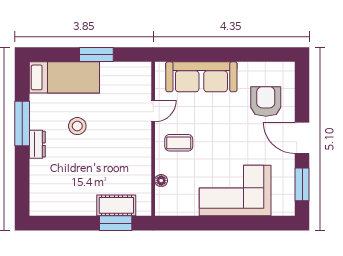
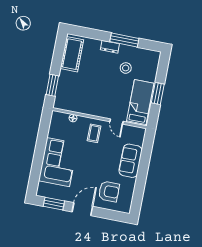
bed: (64, 77) -> (140, 103), moved, turned 180
sofa: (201, 77) -> (130, 161), width x0.73
stool: (77, 126) -> (126, 68), moved
cot: (116, 205) -> (72, 54), moved, width x1.37, depth x1.34

